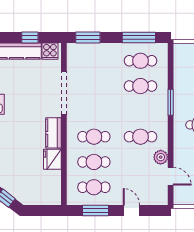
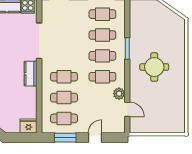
cafe table: (140, 111) -> (102, 56), added
fridge: (52, 159) -> (29, 126), moved, turned 90
door: (131, 211) -> (95, 138), hinge flipped

